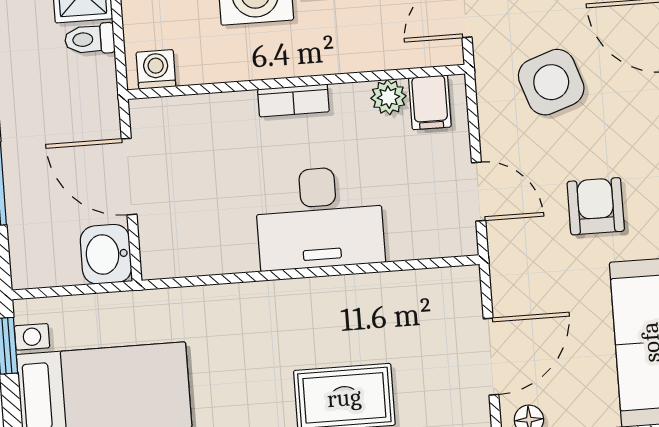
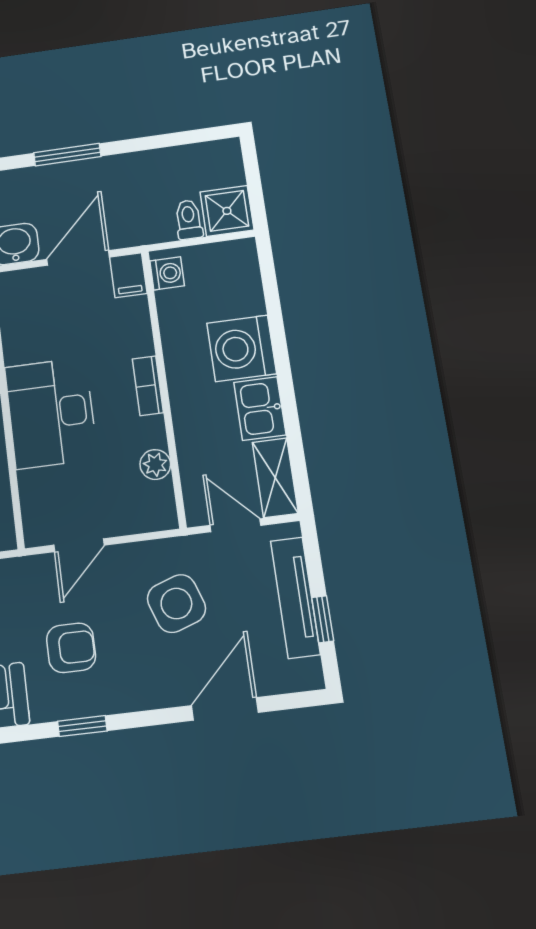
filing cabinet: (430, 102) -> (128, 275), moved, turned -90

